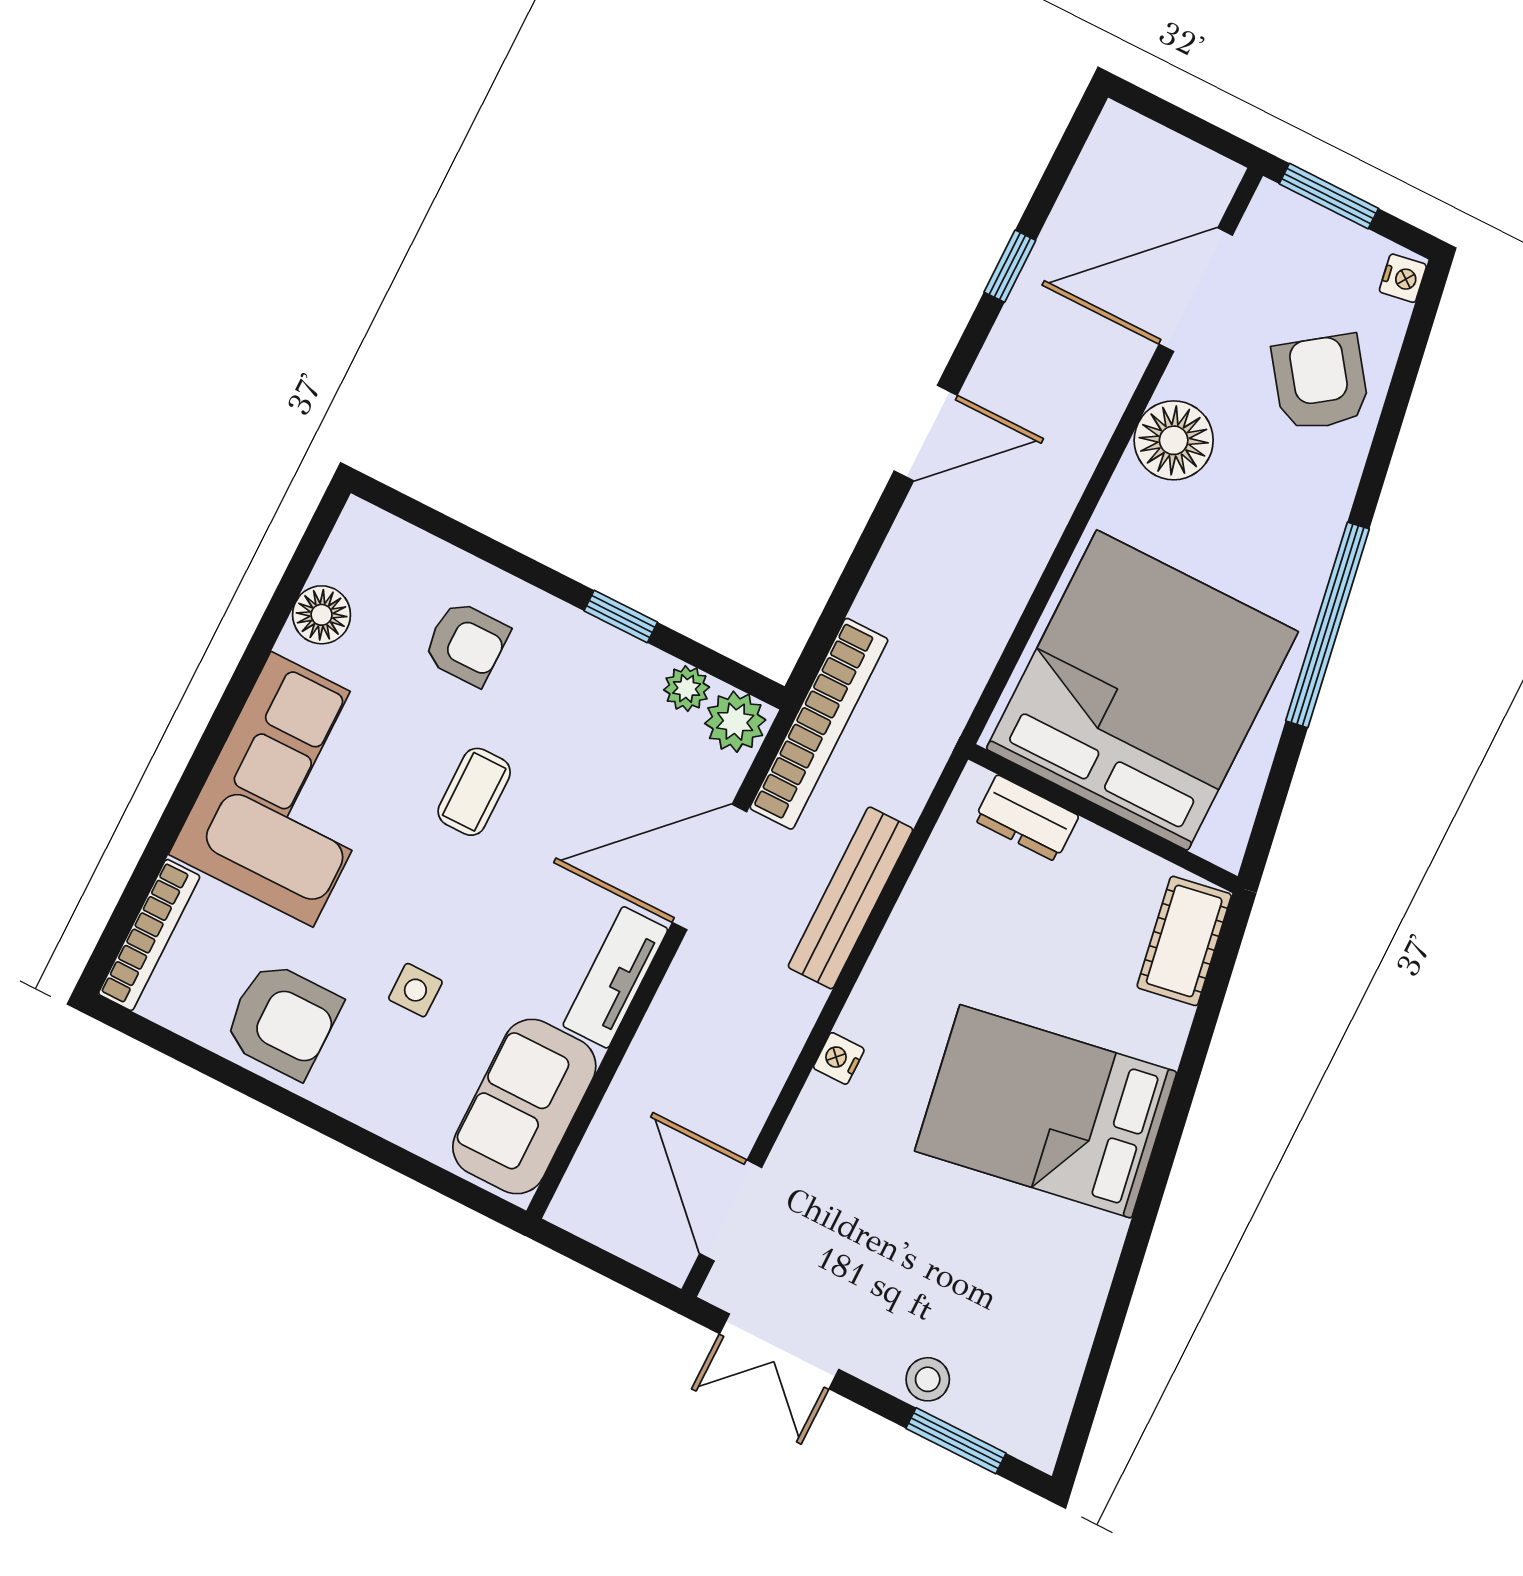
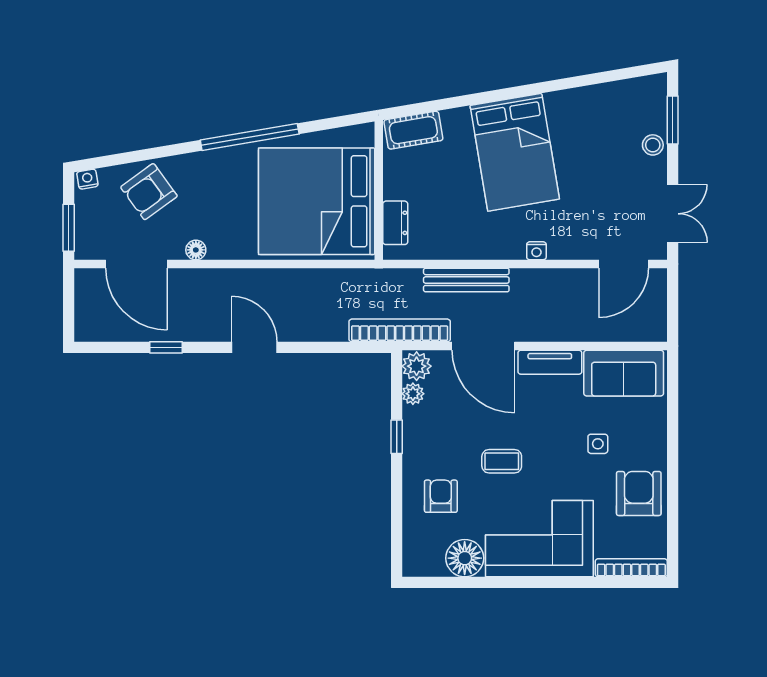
floor lamp: (1174, 440) -> (196, 250), width x0.53, depth x0.53
floor lamp: (322, 615) -> (465, 558), width x1.38, depth x1.38

